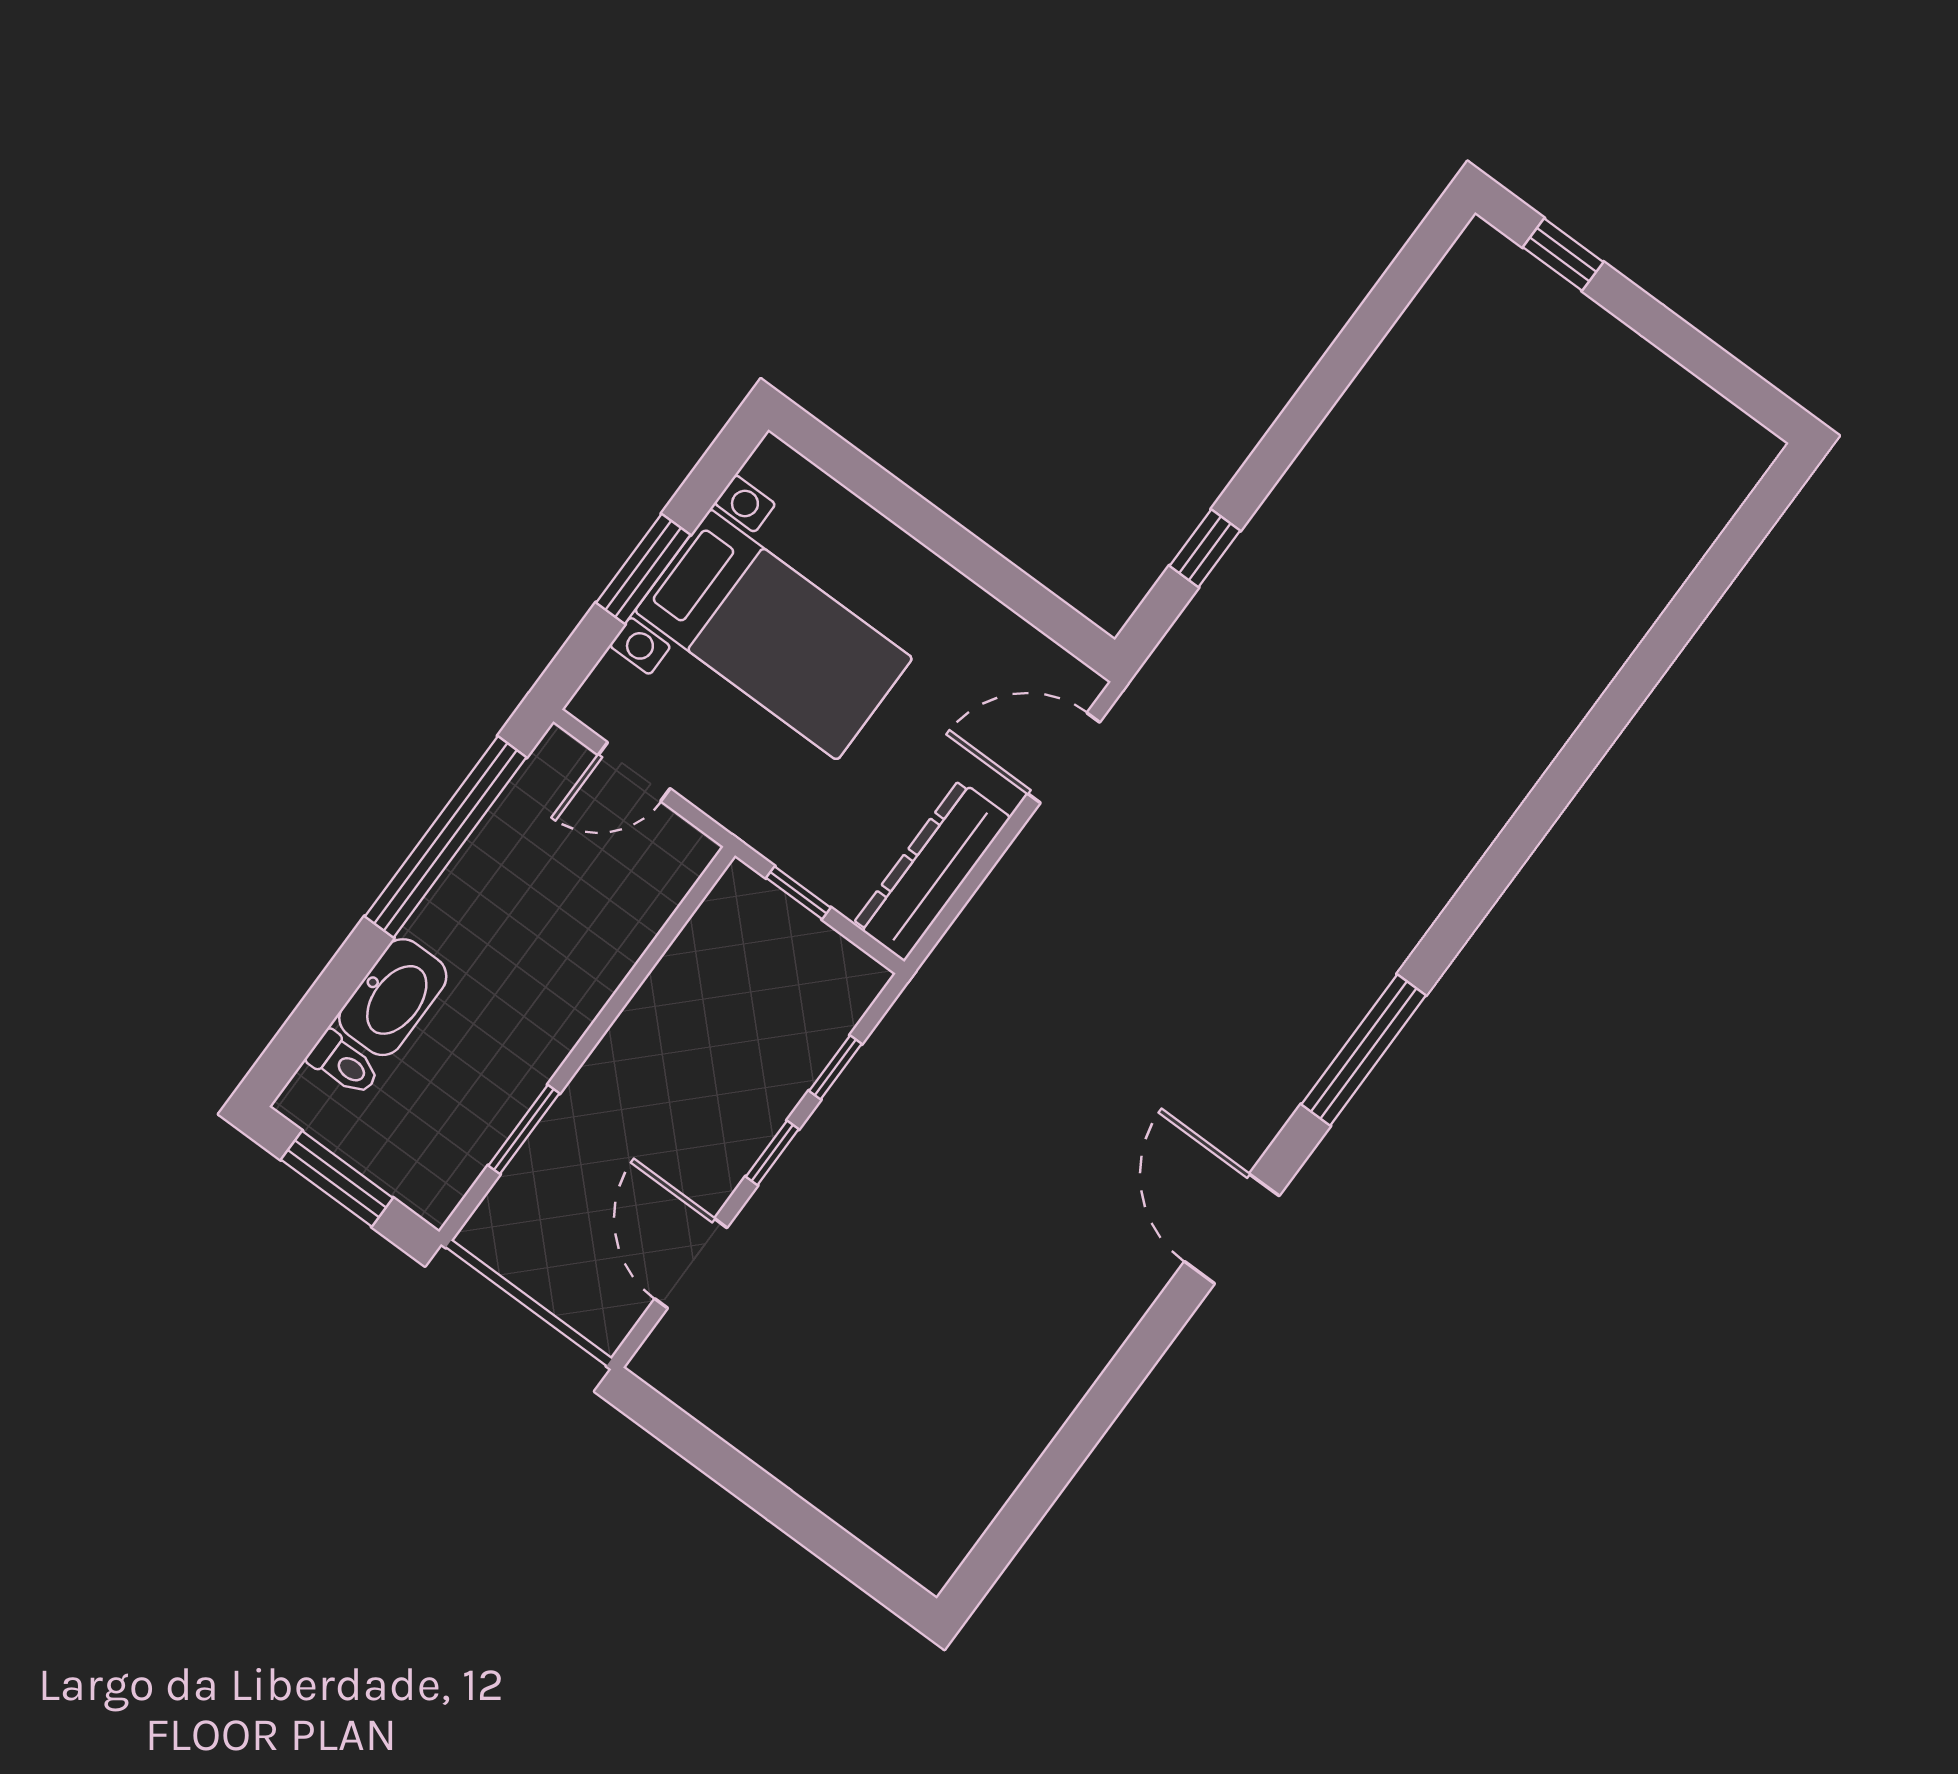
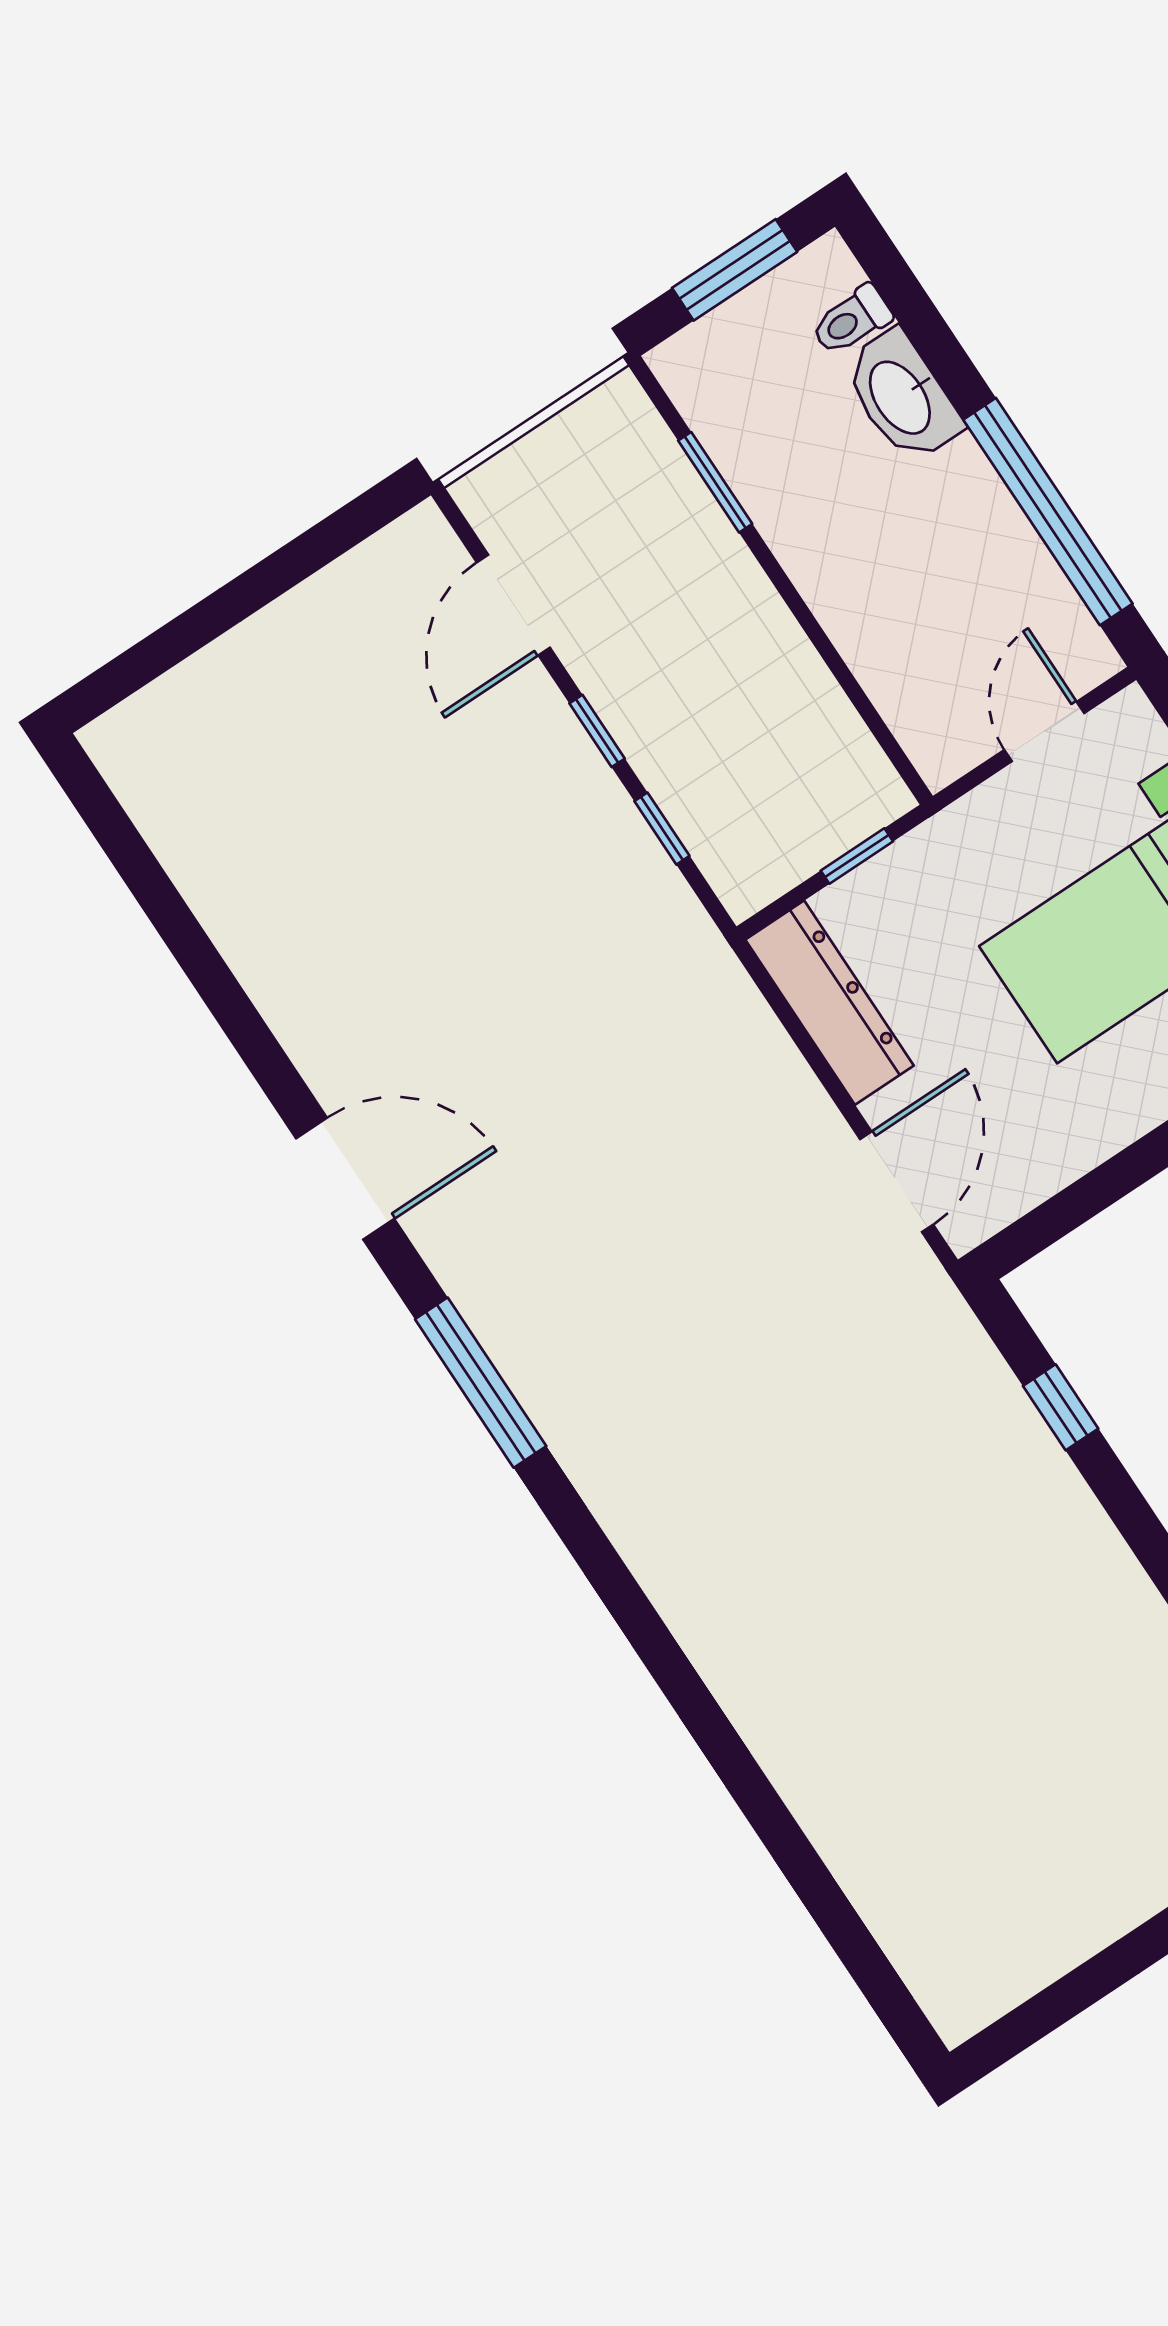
door: (691, 1263) -> (513, 605), swing flipped

